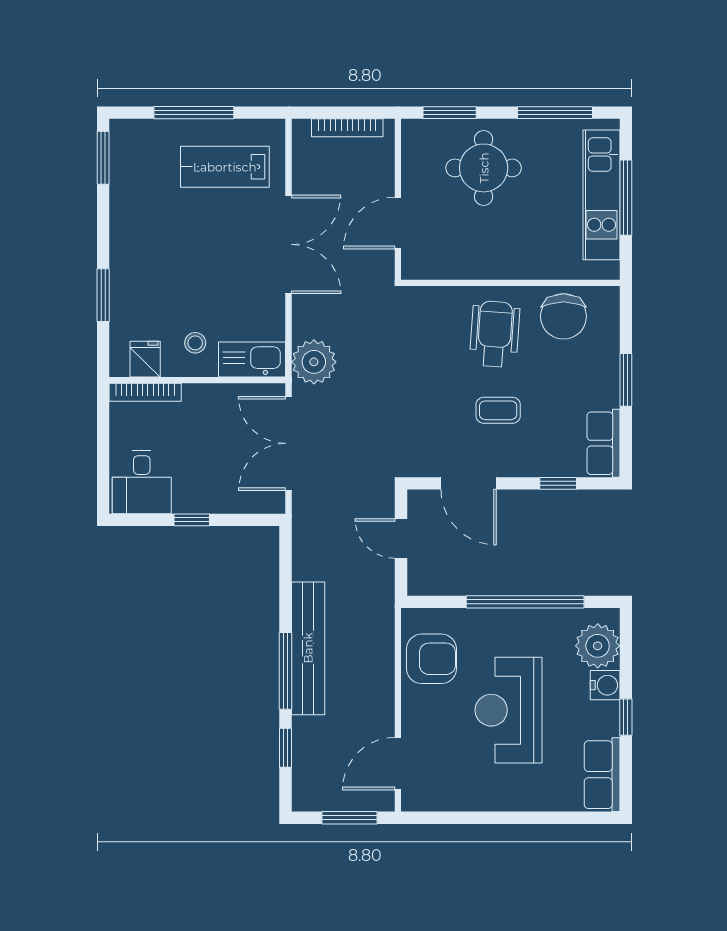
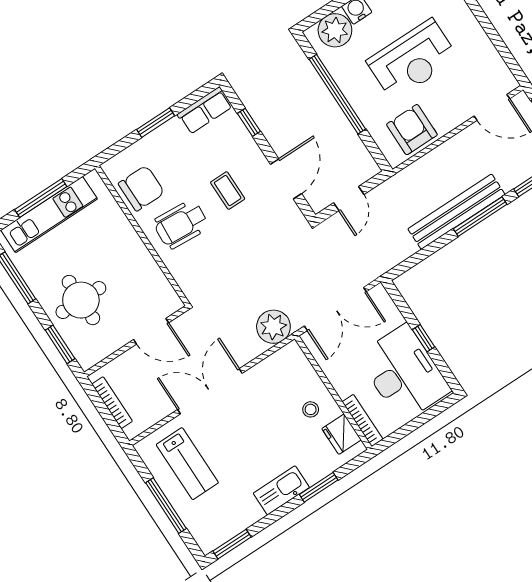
fridge: (145, 359) -> (342, 434), width x1.38
kitchen sink: (252, 359) -> (281, 490), moved, turned 90
desk: (142, 482) -> (404, 373), width x1.87, depth x1.30

